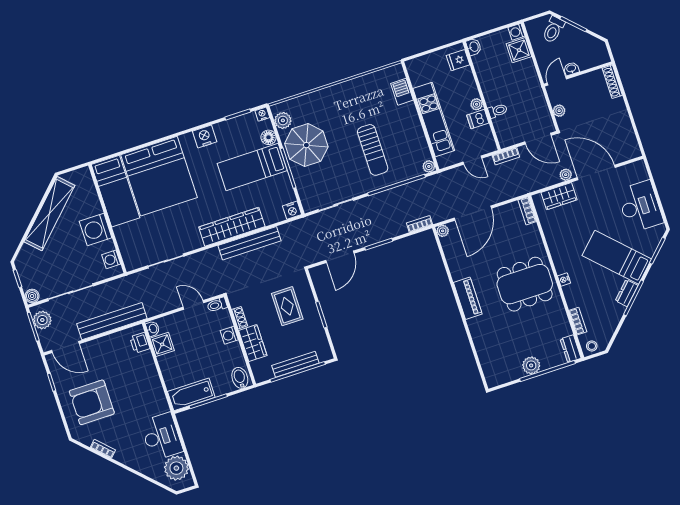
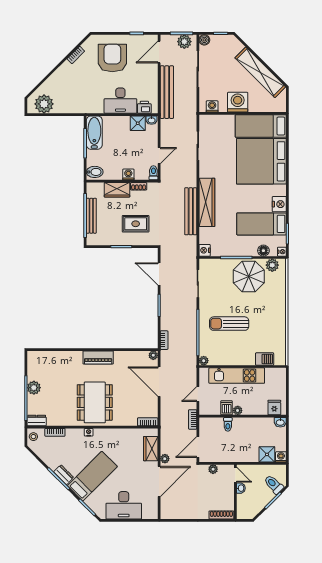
bed: (252, 167) -> (262, 224), moved, turned -90
desk: (162, 437) -> (120, 101), moved

